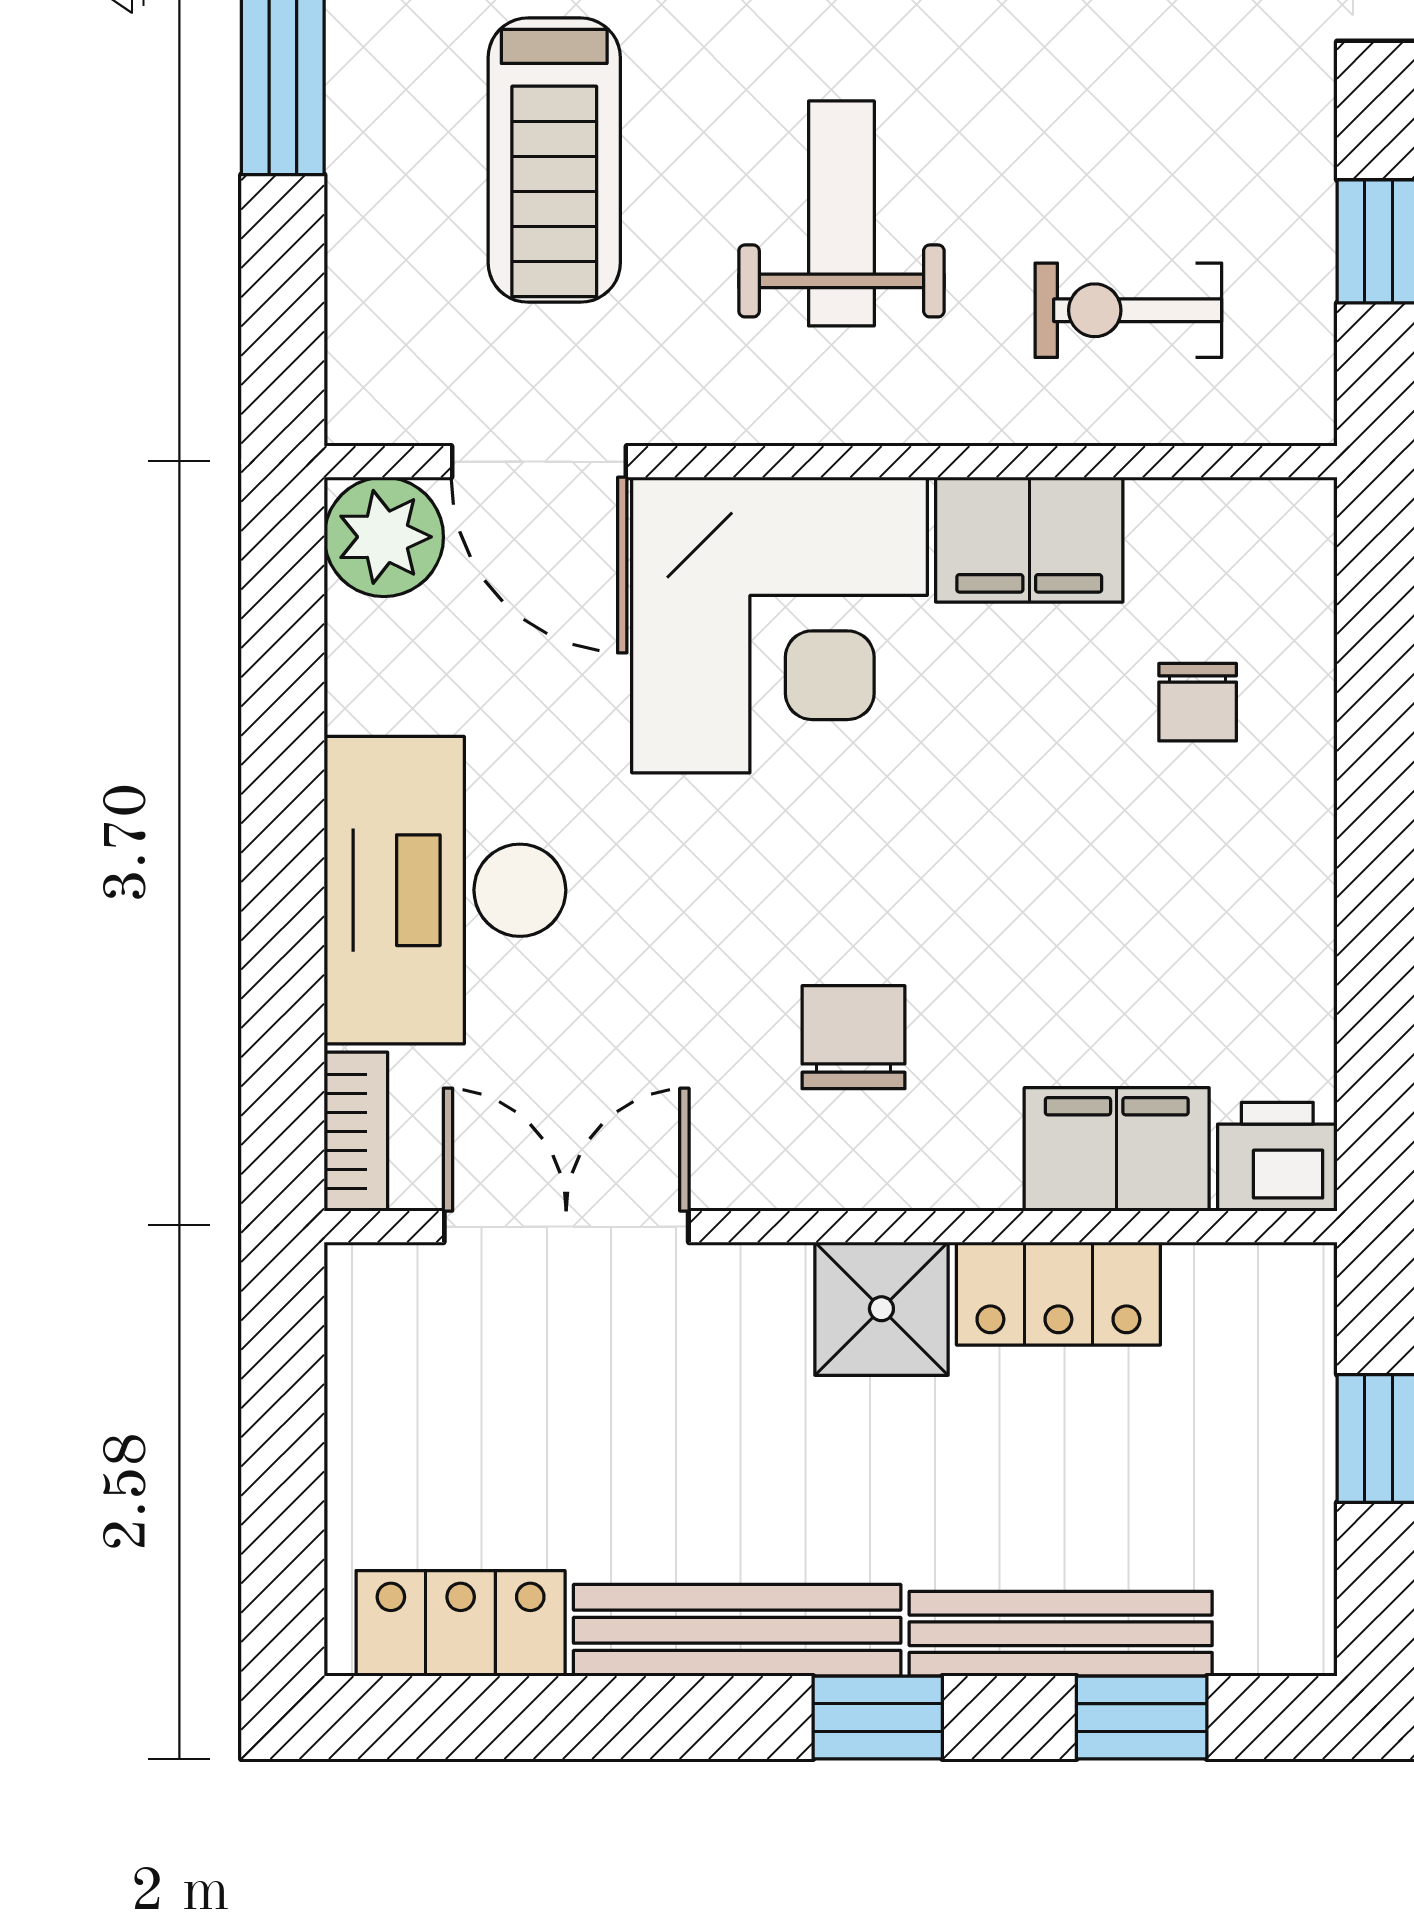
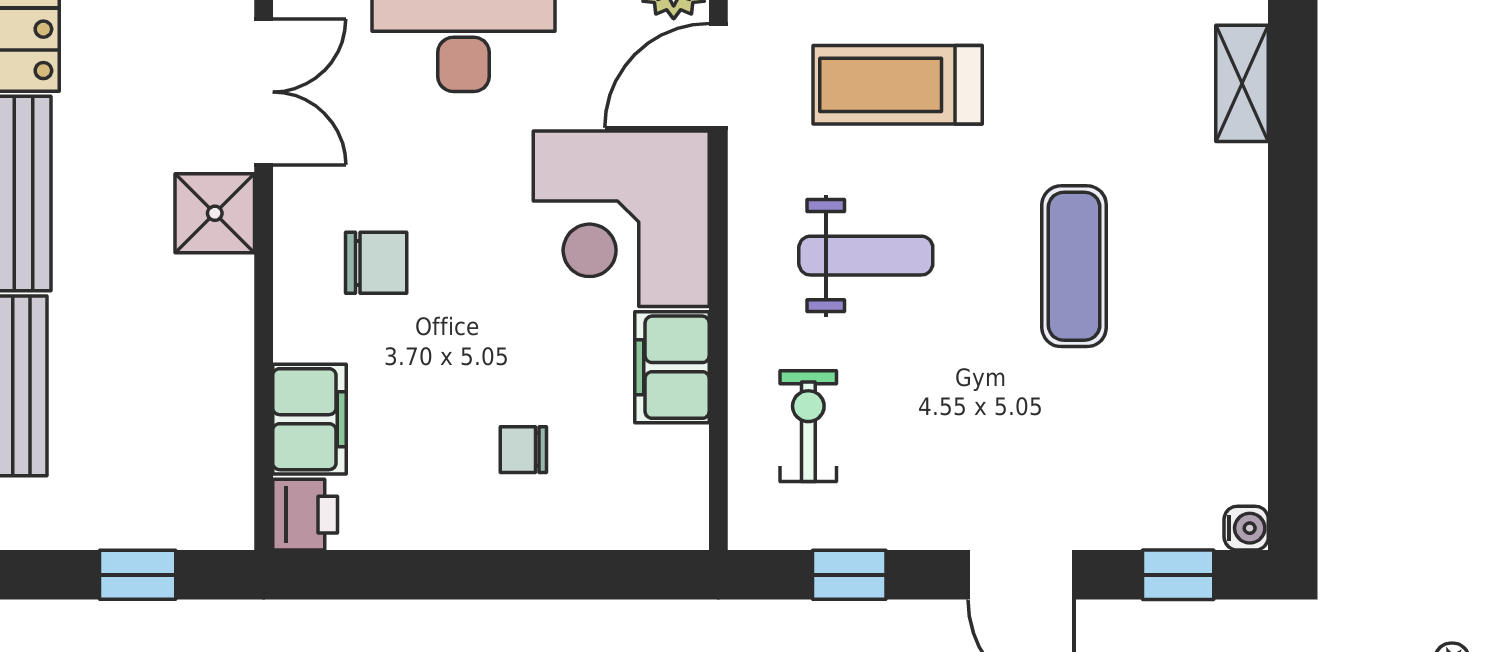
chair: (1198, 702) -> (523, 450), moved
locker: (1058, 1294) -> (224, 385), removed
shower: (881, 1309) -> (215, 213), moved

